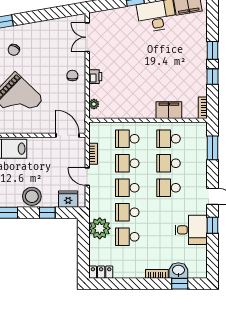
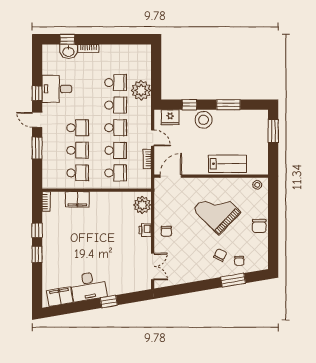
plant: (94, 104) -> (142, 205), width x1.87, depth x1.87
door: (68, 135) -> (171, 176), swing flipped
window: (213, 148) -> (37, 148), moved
locker: (101, 272) -> (140, 50), removed

